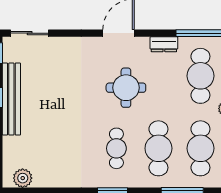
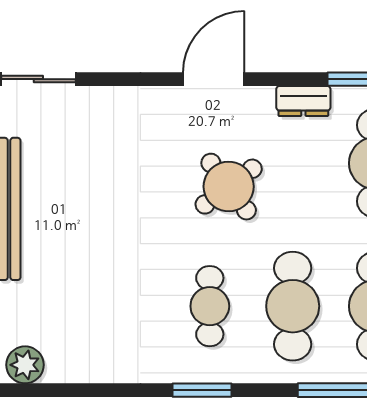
round table: (126, 88) -> (229, 187), turned -37

